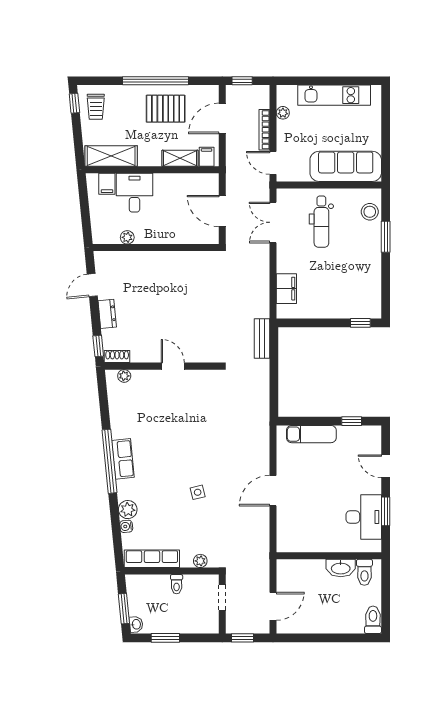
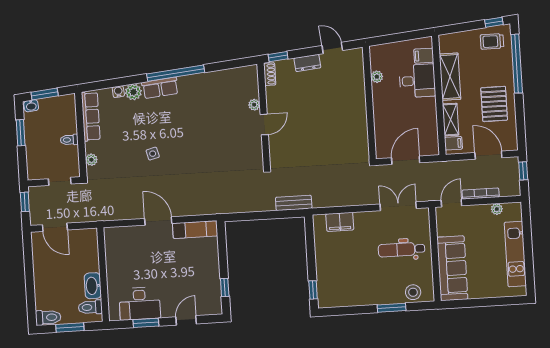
window: (155, 81) -> (517, 64), moved
shelving: (111, 156) -> (450, 77), moved
plant: (124, 376) -> (254, 105), moved
exam couch: (311, 434) -> (195, 230), moved, turned -90
row of seats: (123, 459) -> (160, 88), moved
window: (386, 596) -> (70, 327), added

